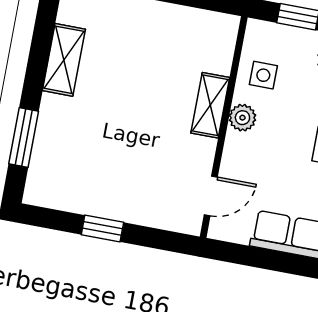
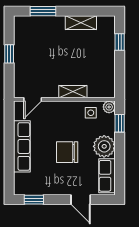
plant: (242, 118) -> (109, 107), moved
door: (211, 196) -> (33, 99), hinge flipped

